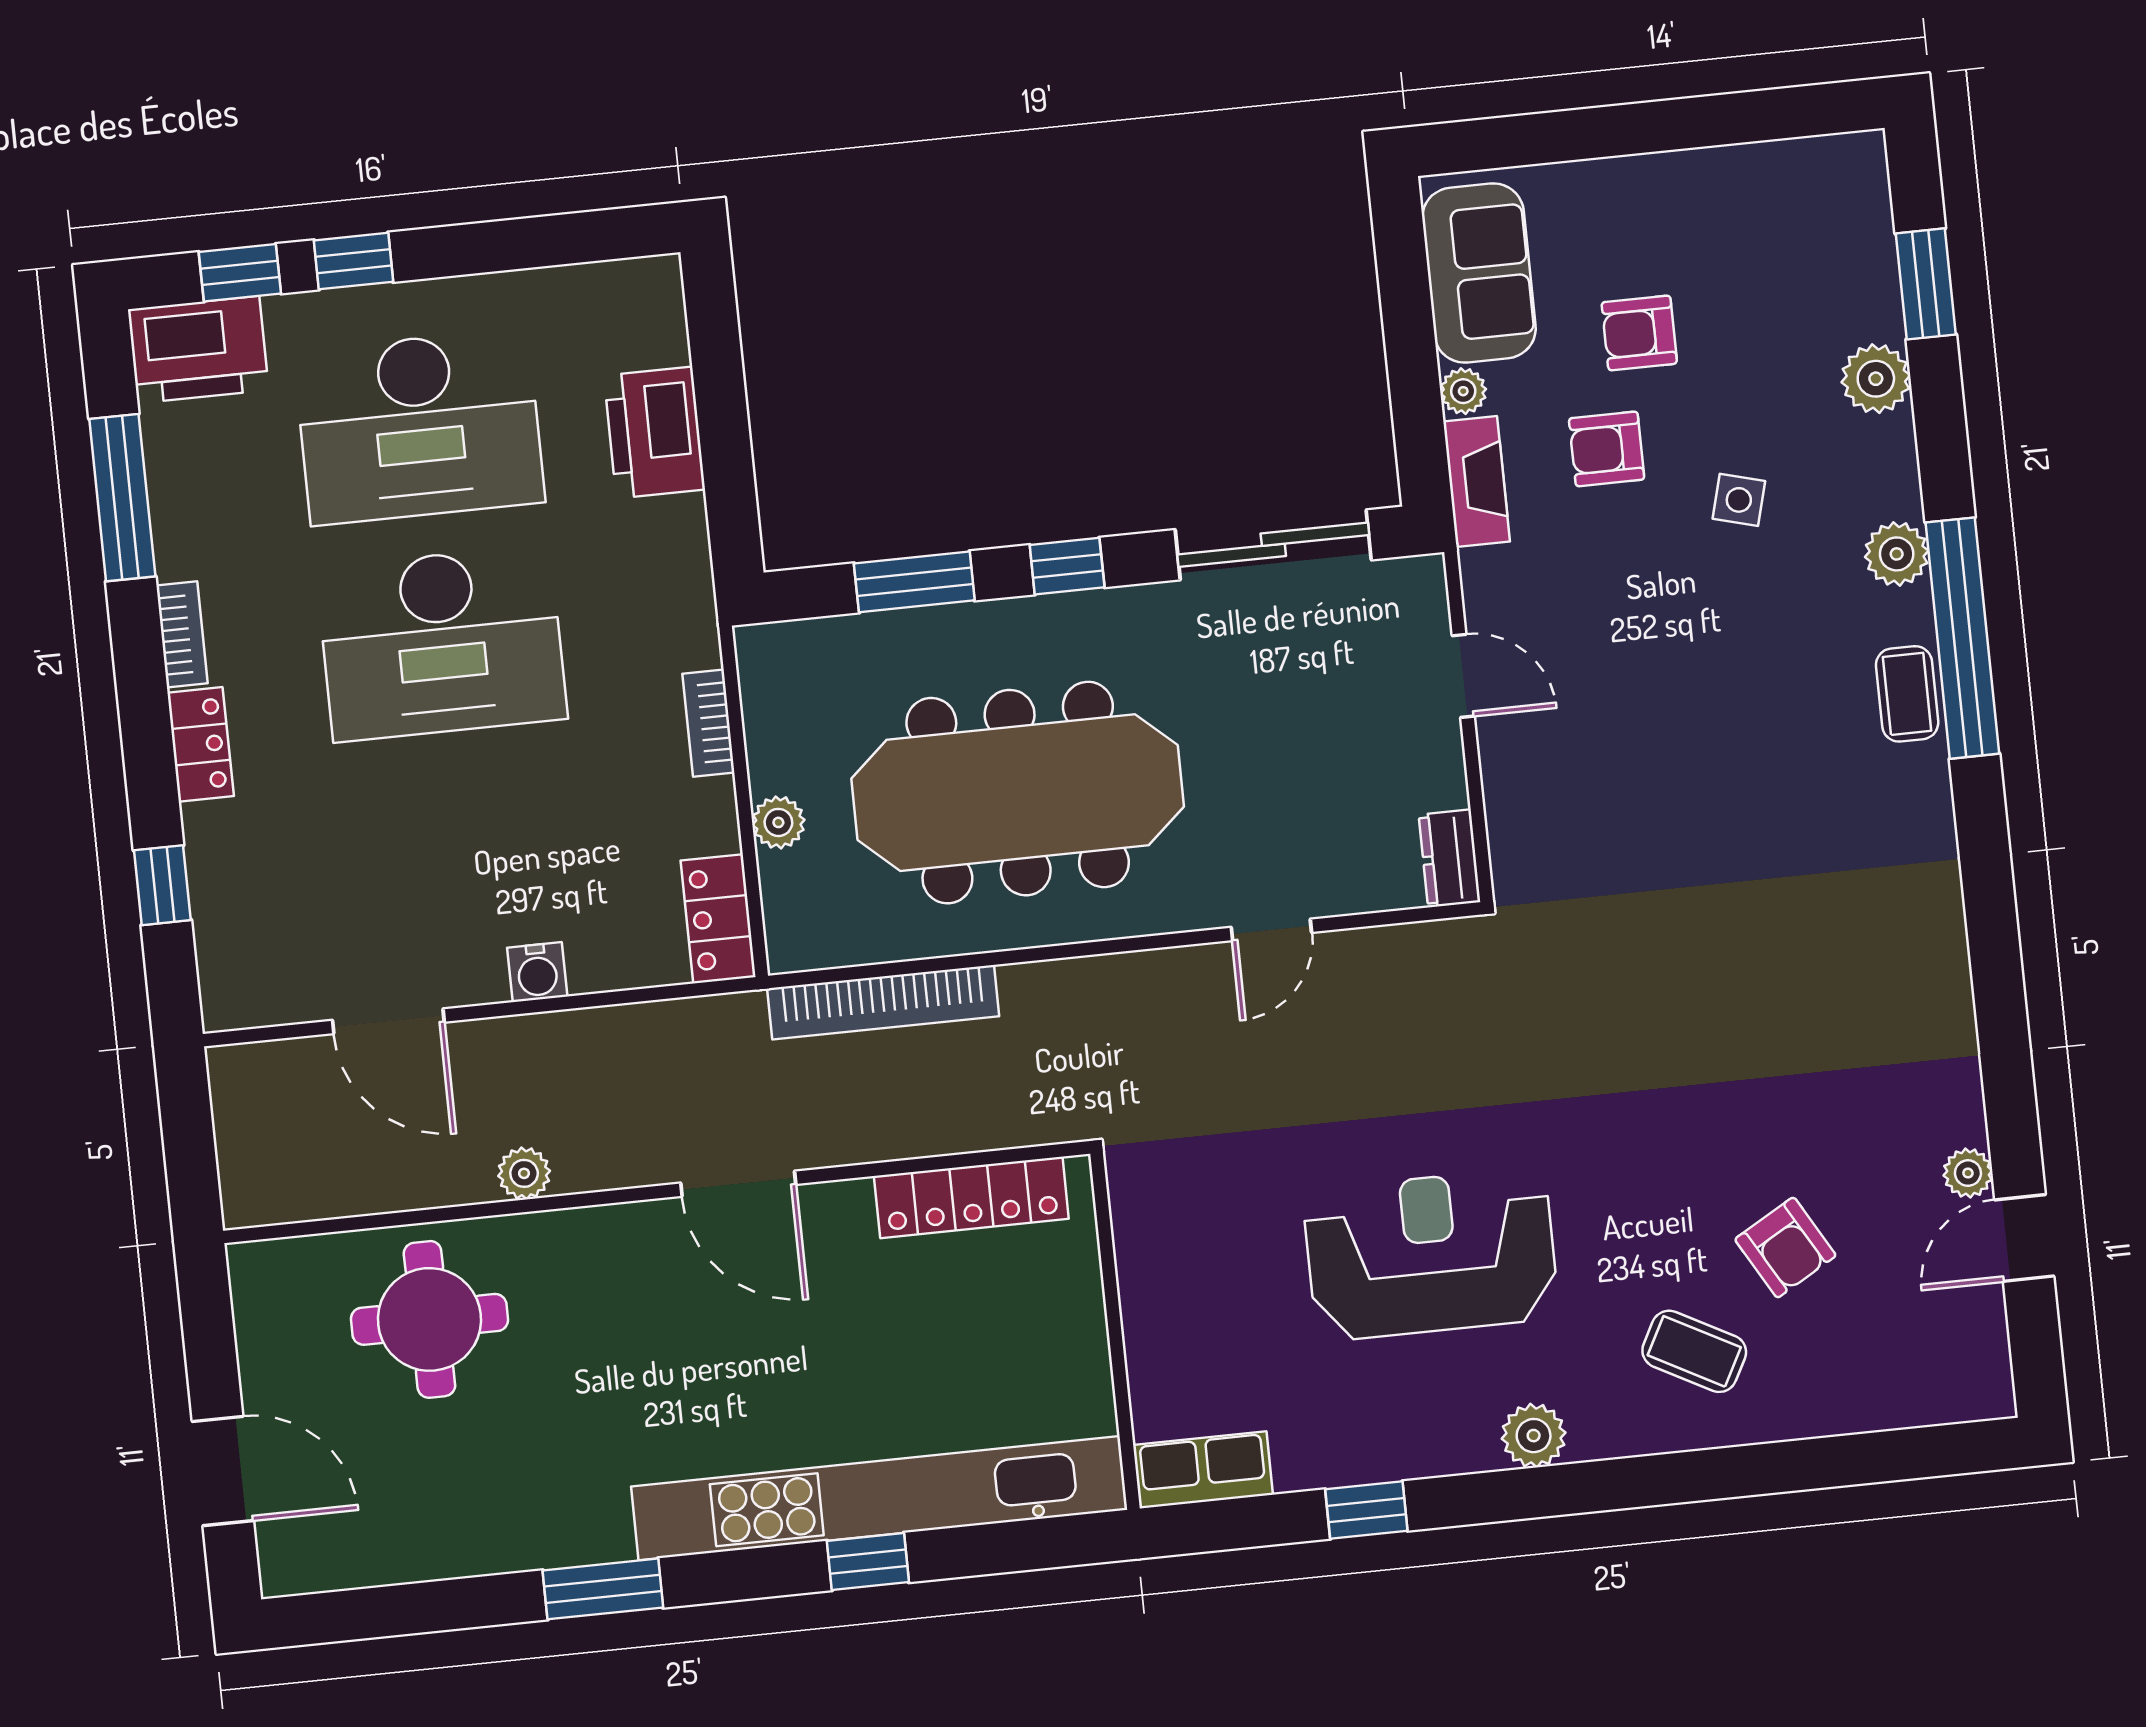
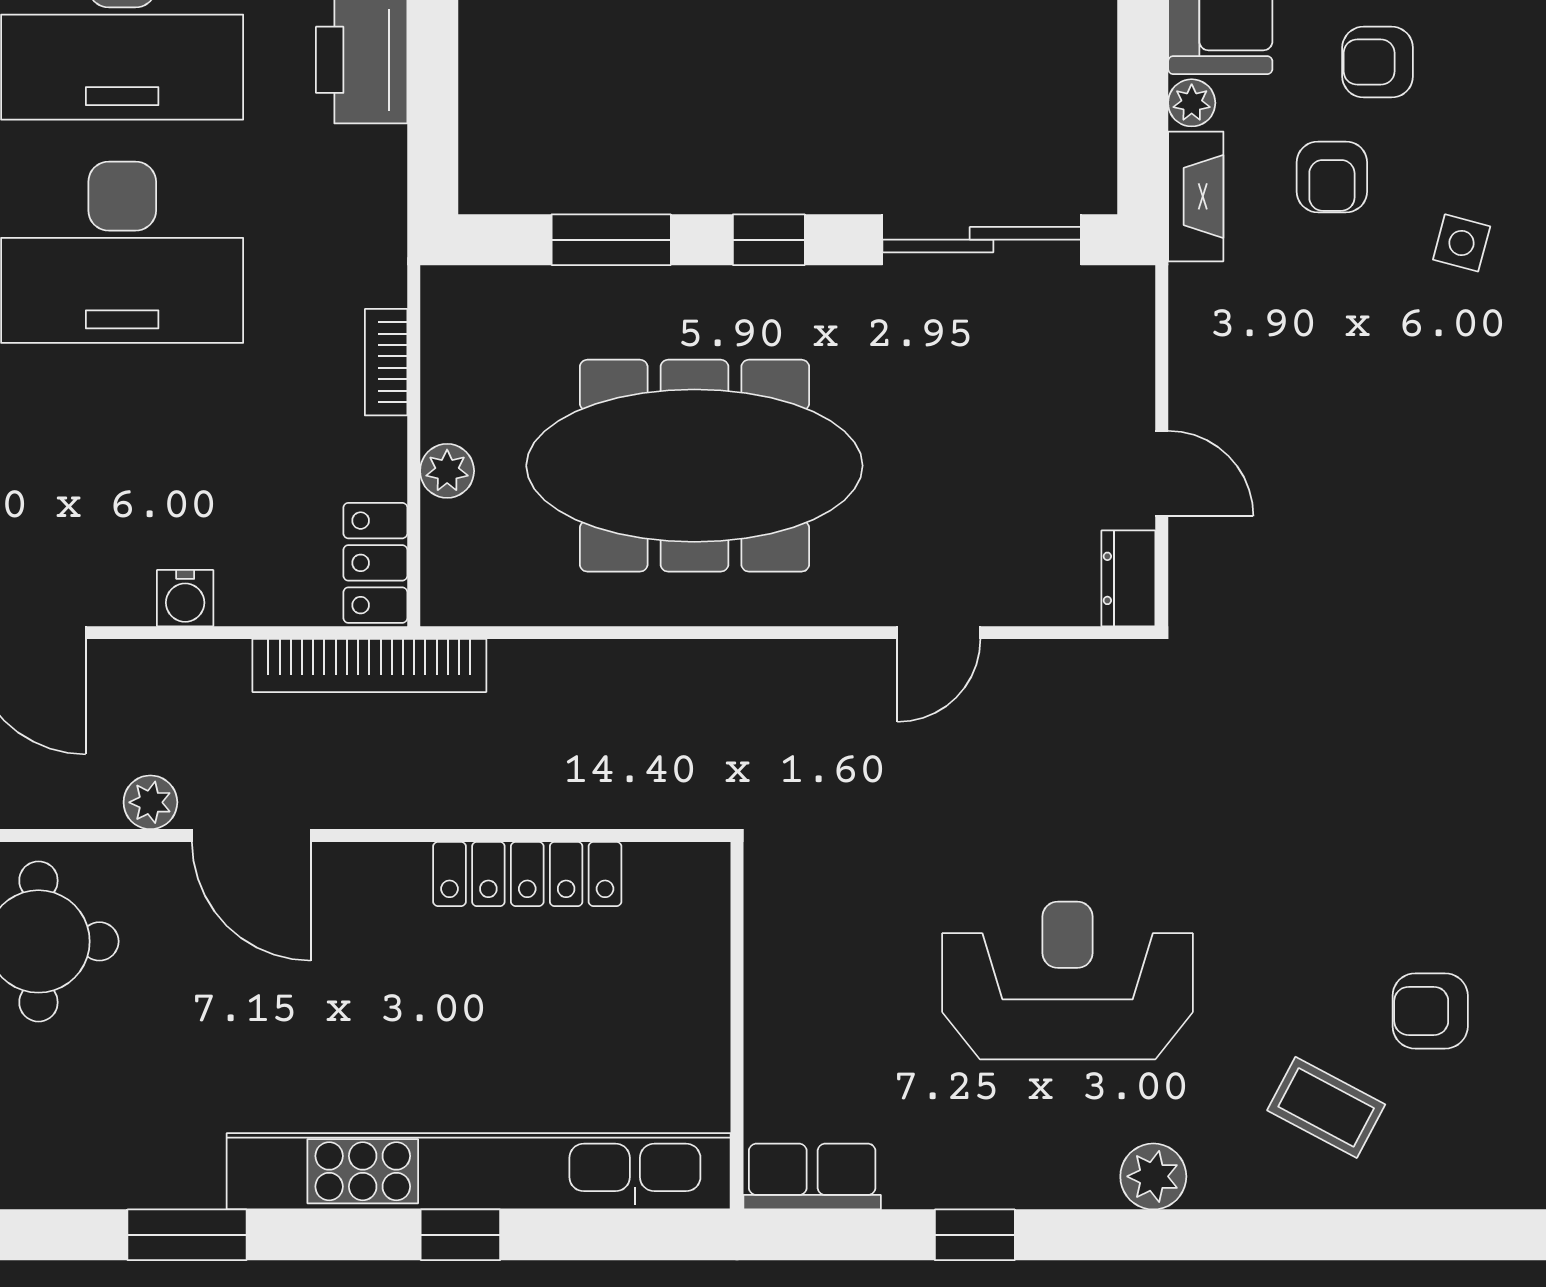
armchair: (1607, 449) -> (1332, 177), turned -90
door: (1463, 676) -> (1162, 474), moved
bookcase: (883, 1002) -> (369, 666), moved
door: (738, 1184) -> (251, 835), moved
locker: (971, 1197) -> (527, 874), moved
armchair: (1785, 1247) -> (1430, 1011), turned 120

